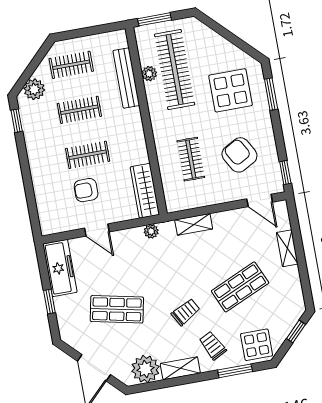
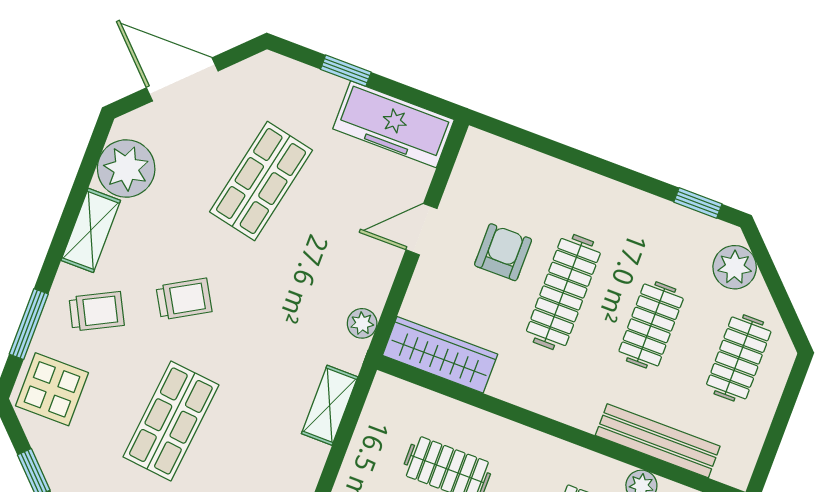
clothes rail: (88, 155) -> (563, 292), width x1.36
shop shelf: (240, 287) -> (171, 421), turned 30
trolley: (186, 312) -> (184, 299), turned -91

